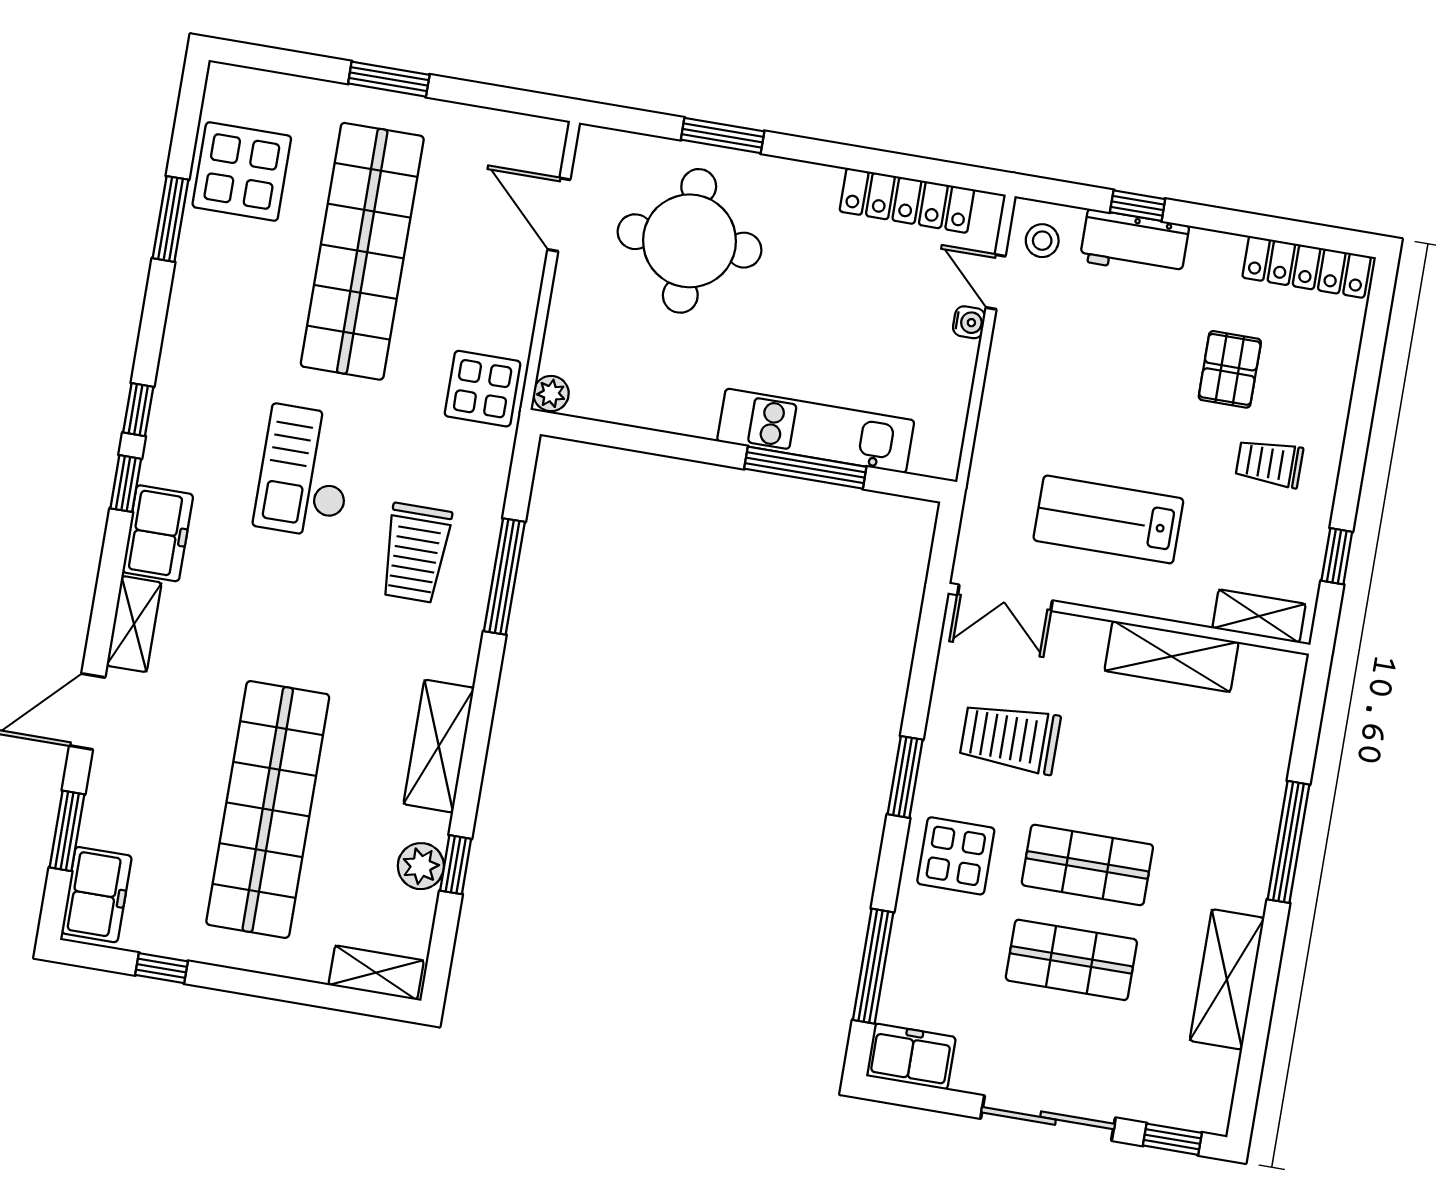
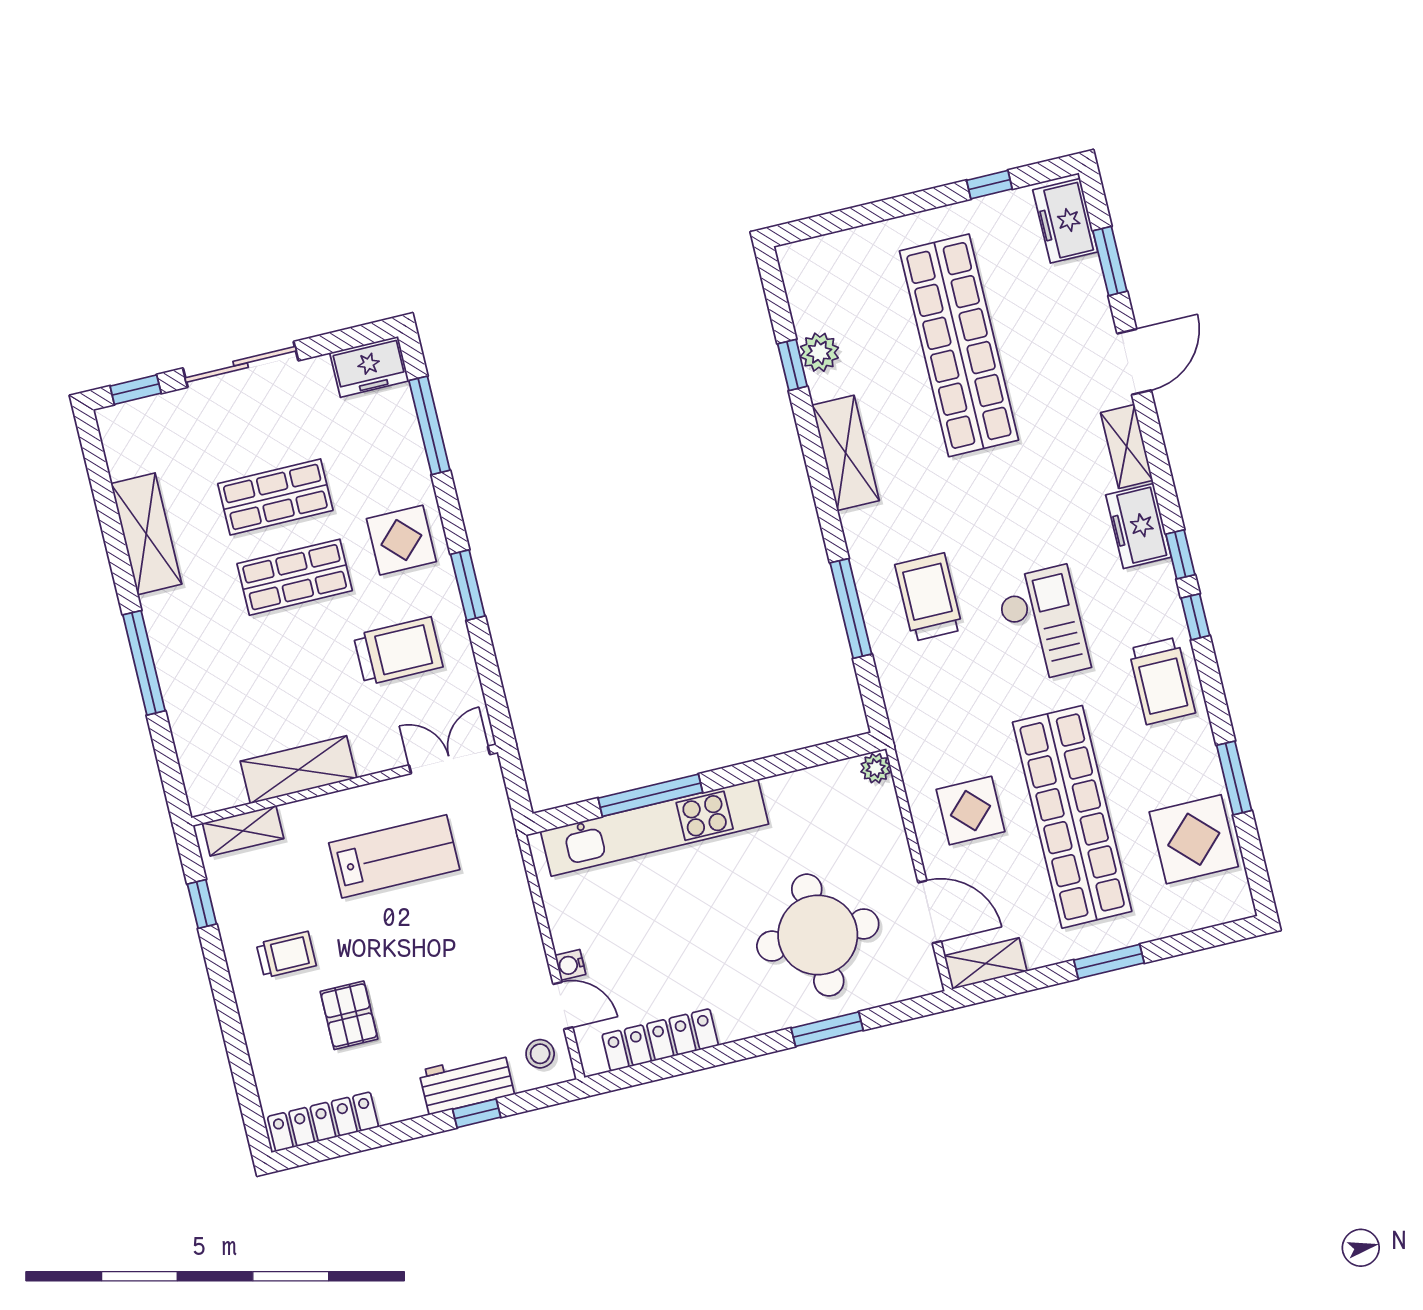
trolley: (203, 356) -> (1162, 681), added
display table: (483, 389) -> (970, 811), moved
kitchen unit: (816, 431) -> (655, 828), width x1.36
shelving: (376, 973) -> (986, 963), moved

